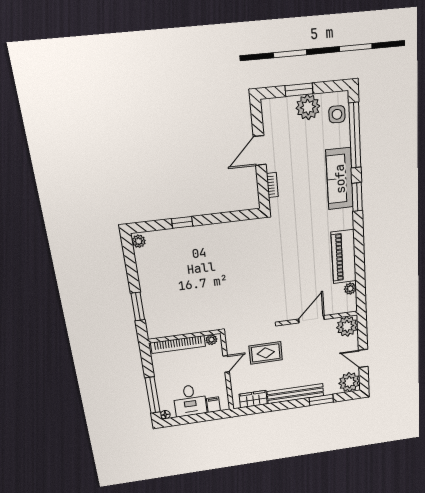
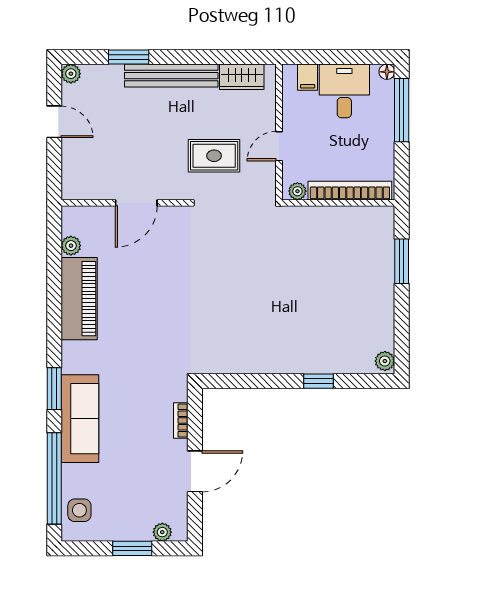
plant: (308, 107) -> (162, 532), moved, width x0.53, depth x0.53
plant: (347, 326) -> (79, 182), removed
plant: (349, 382) -> (71, 74), width x0.53, depth x0.53

